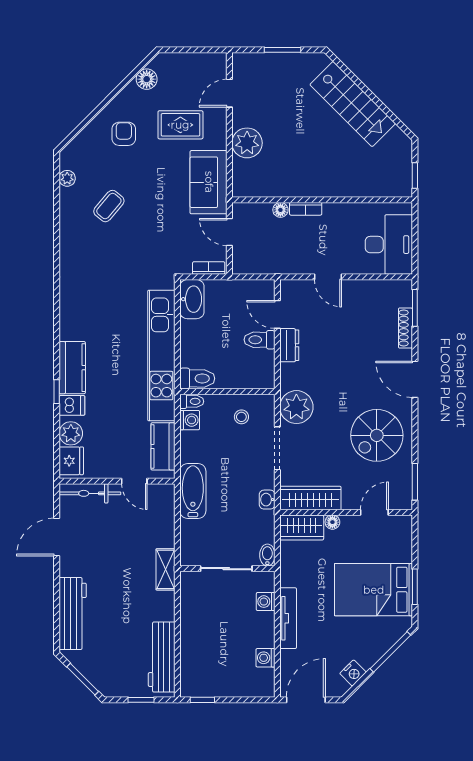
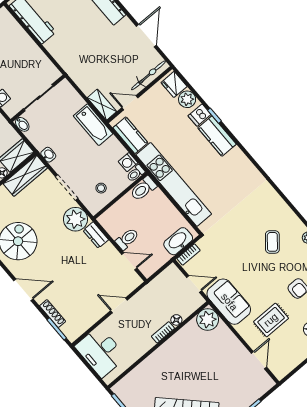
plant: (247, 143) -> (208, 320), moved
washbasin: (192, 299) -> (178, 241), moved, turned 90
dresser: (289, 345) -> (96, 235), moved
shelving: (166, 569) -> (102, 105), moved

